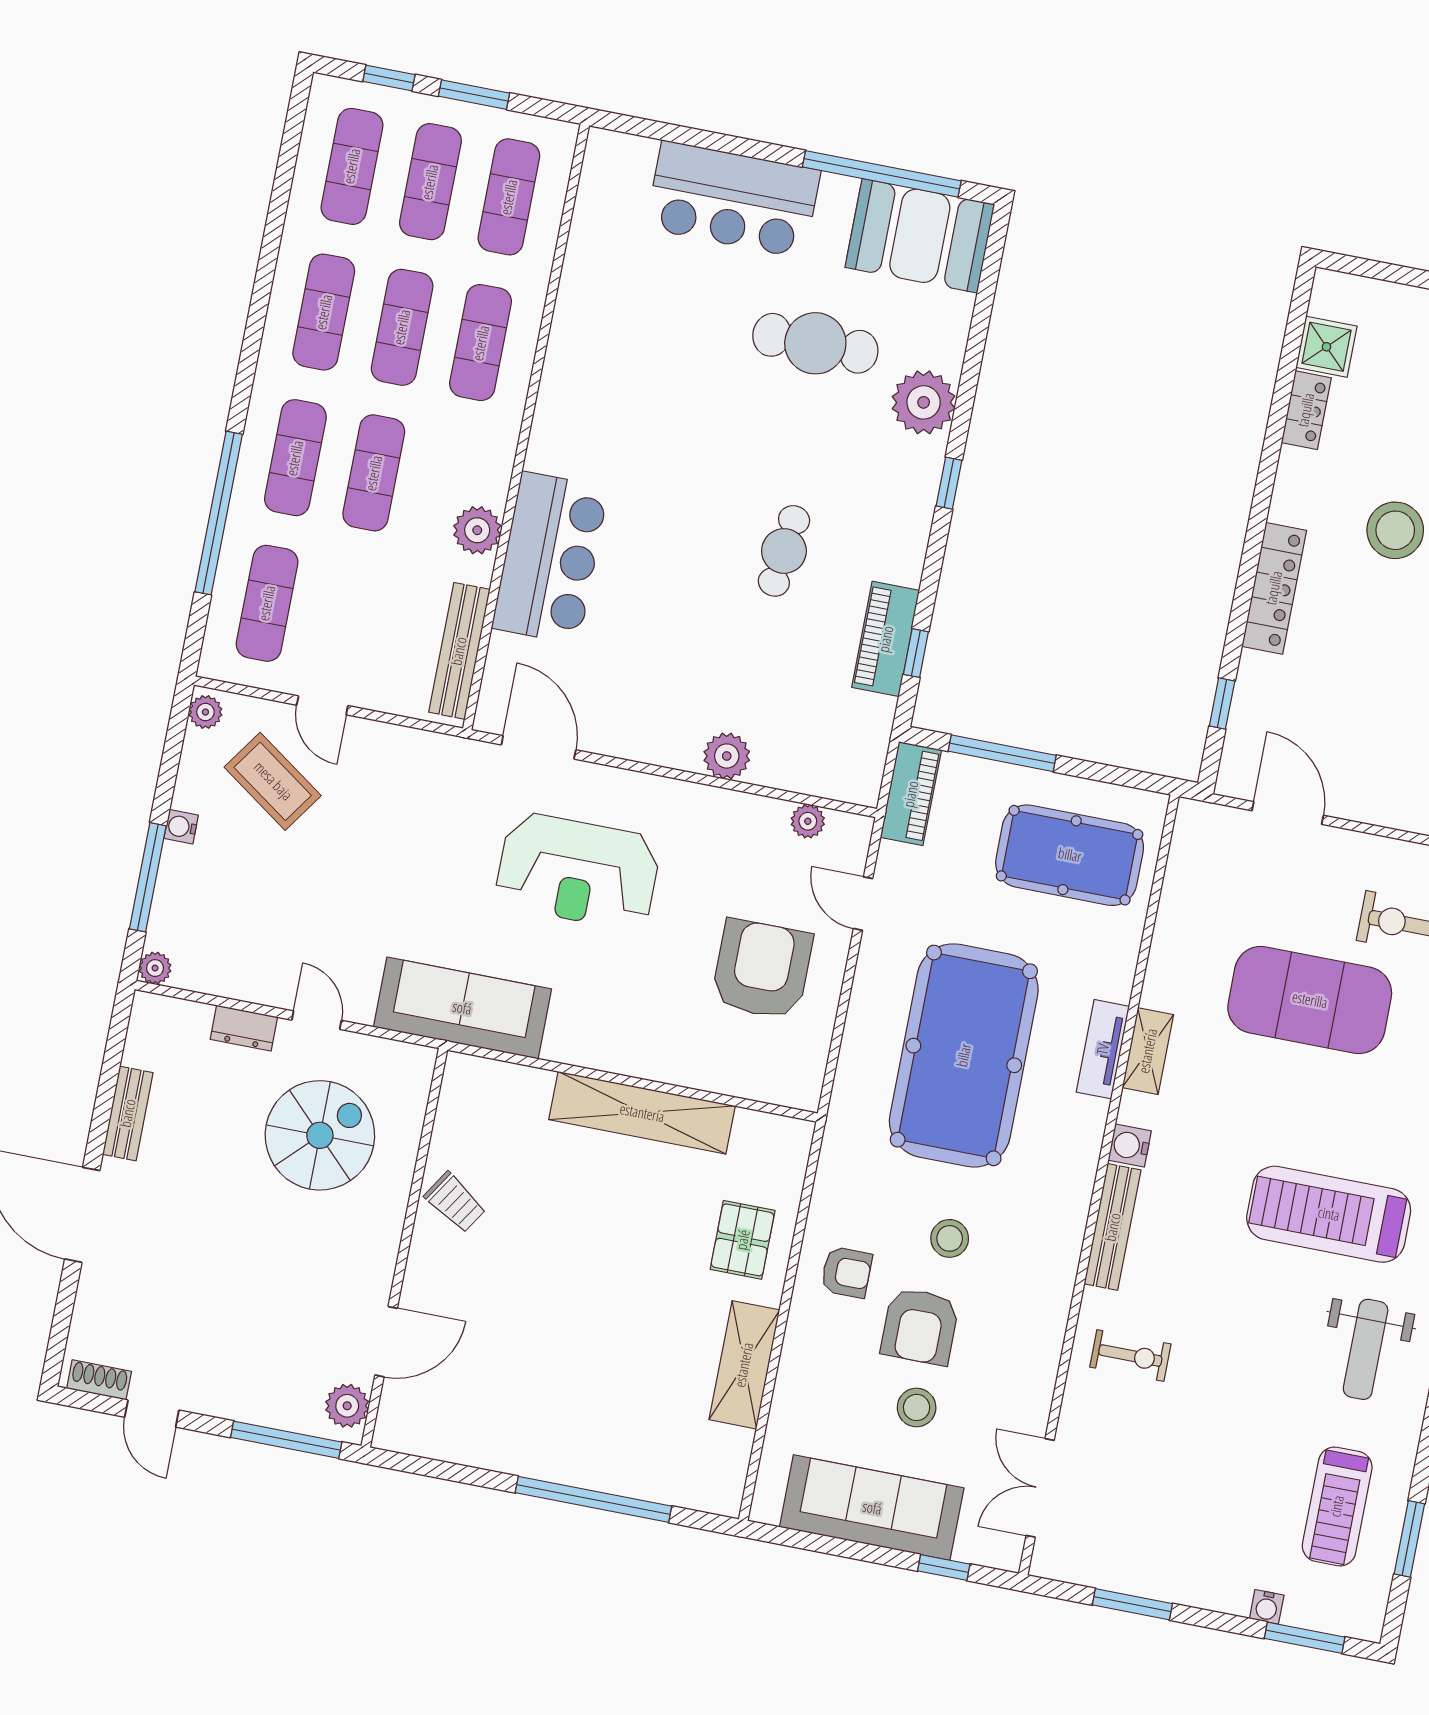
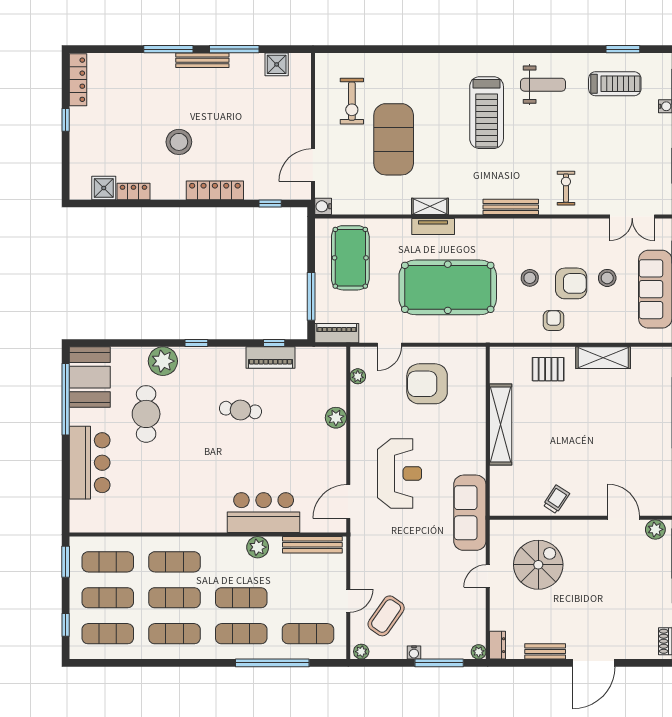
window: (474, 95) -> (66, 562), moved
dresser: (244, 1028) -> (497, 645), moved
spiral stairs: (320, 1135) -> (538, 565), turned 90
water cooler: (1130, 1146) -> (323, 206), moved, turned 90

